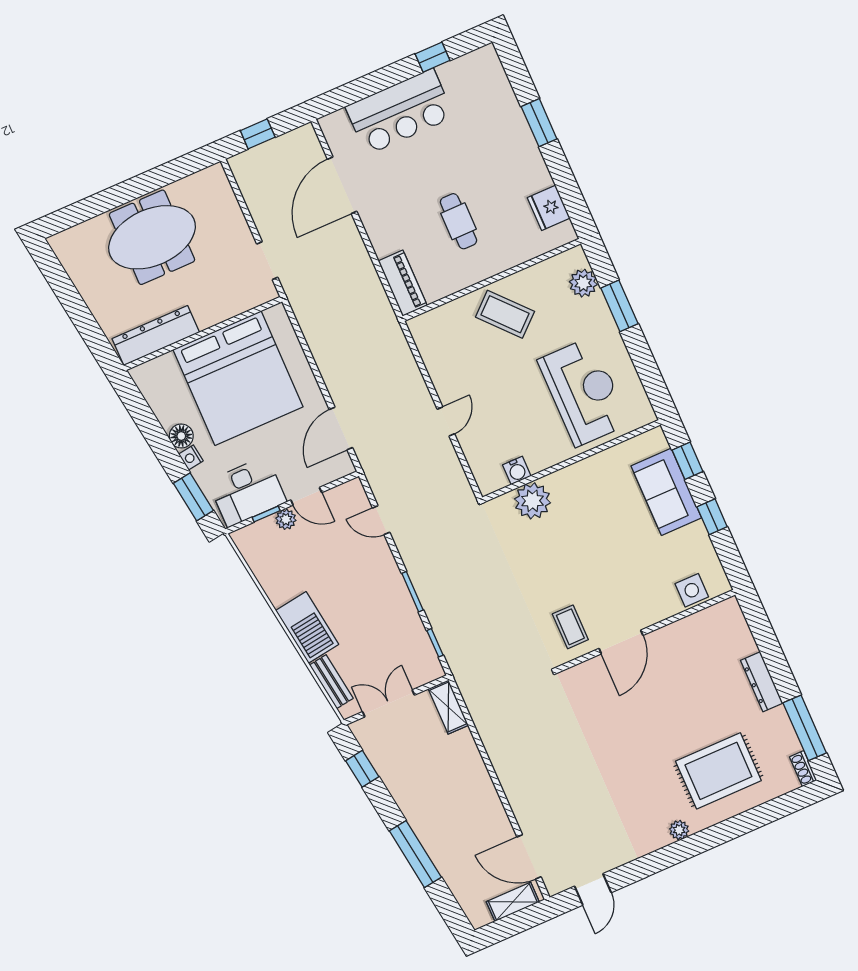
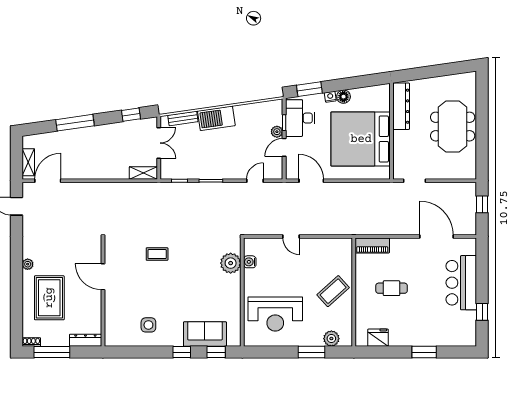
wall: (646, 631) -> (103, 292), moved
door: (621, 642) -> (103, 277), moved

